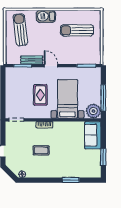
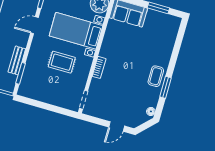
door: (51, 66) -> (34, 25), moved
coffee table: (41, 150) -> (156, 76), moved
window: (71, 180) -> (165, 87), moved

